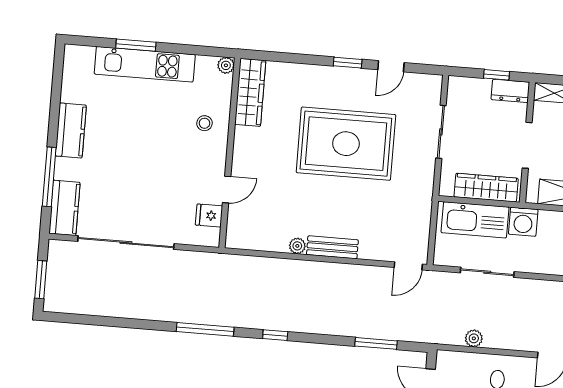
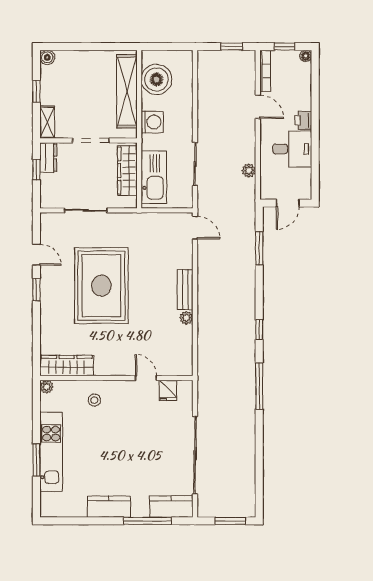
washing machine: (523, 222) -> (152, 122), moved

